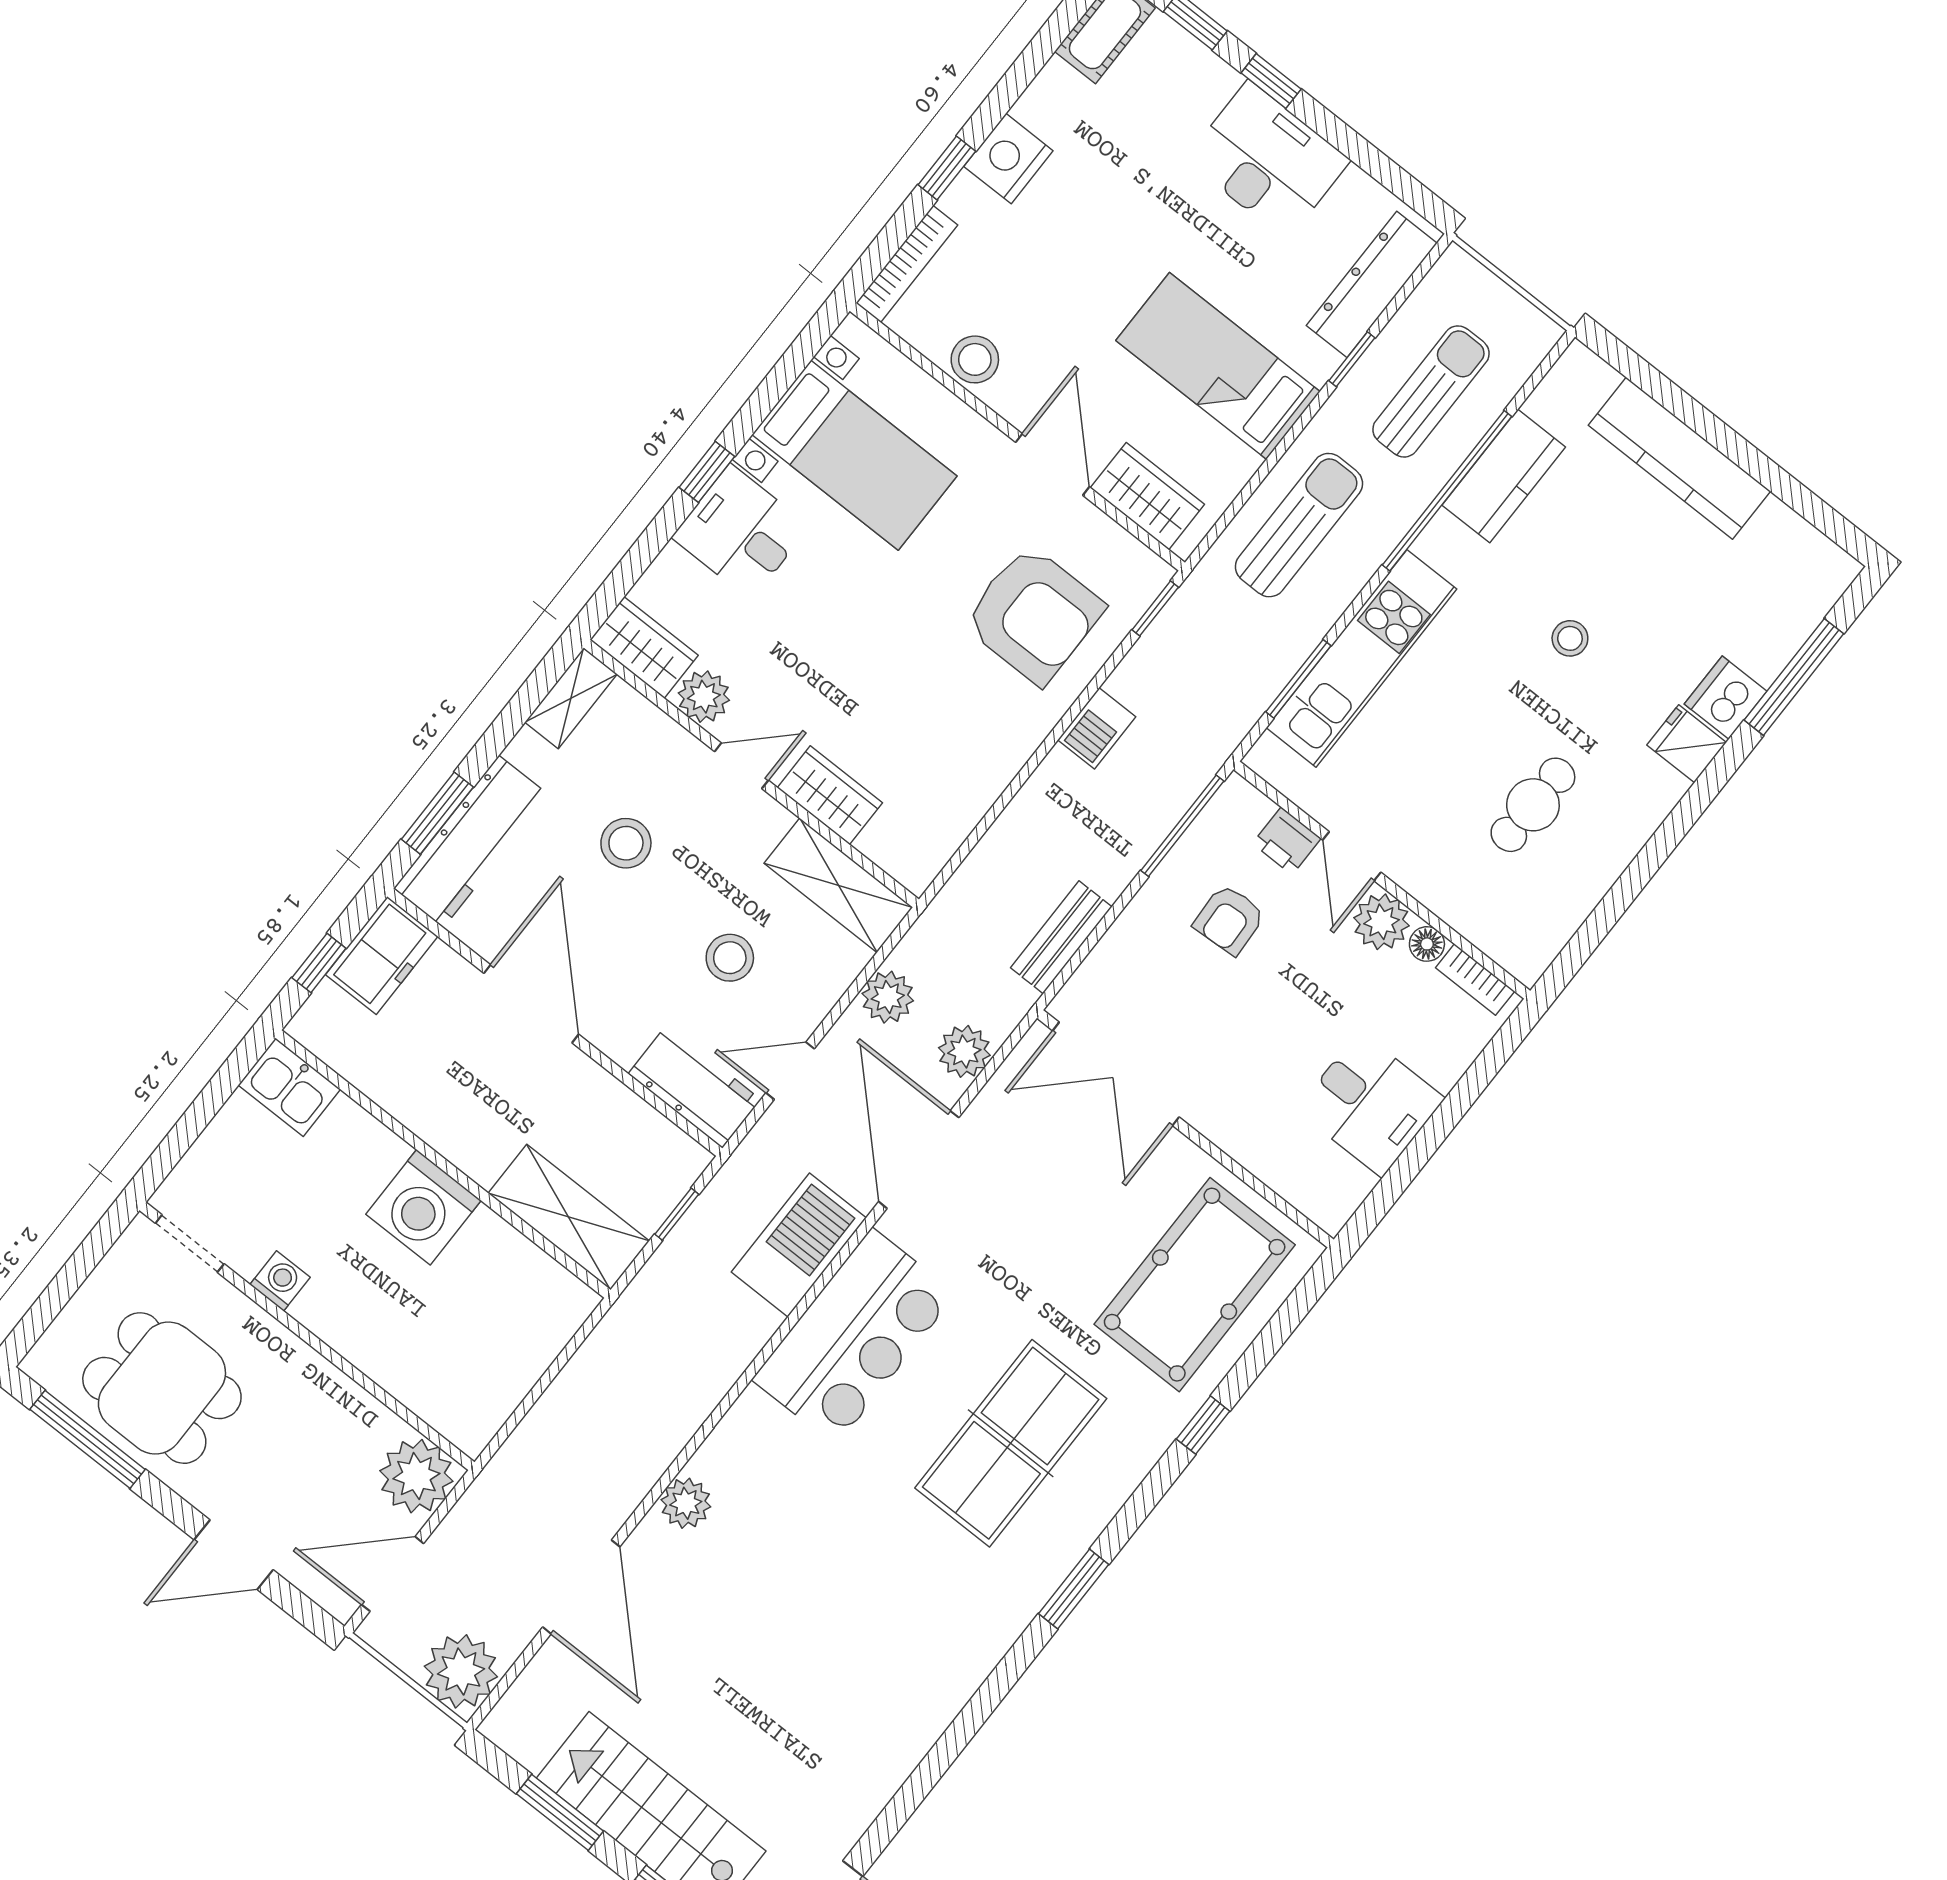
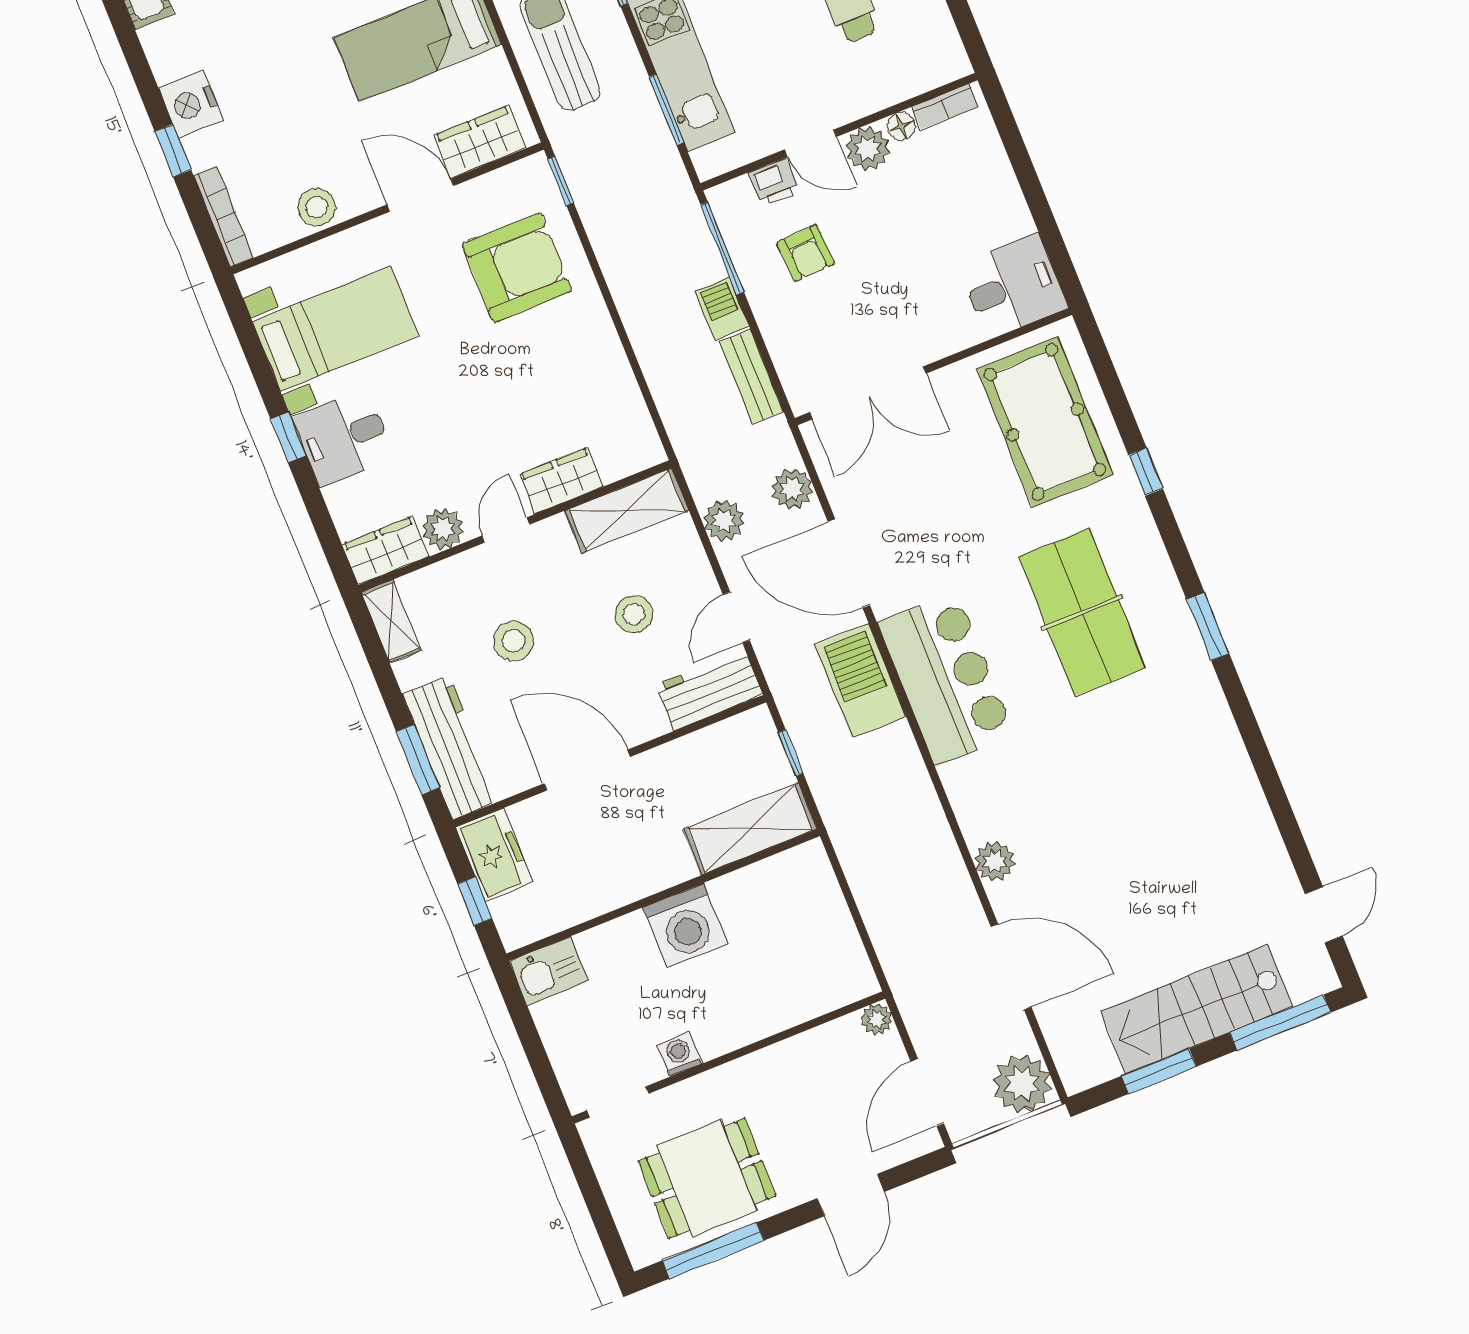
barbecue: (1097, 728) -> (722, 309), moved, turned 180
desk: (1370, 1104) -> (1013, 286), moved
plant: (416, 1476) -> (877, 1019), width x0.53, depth x0.53

